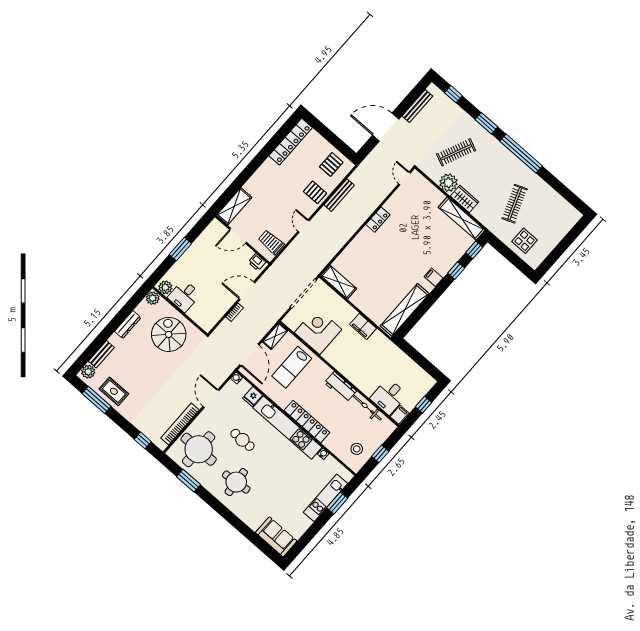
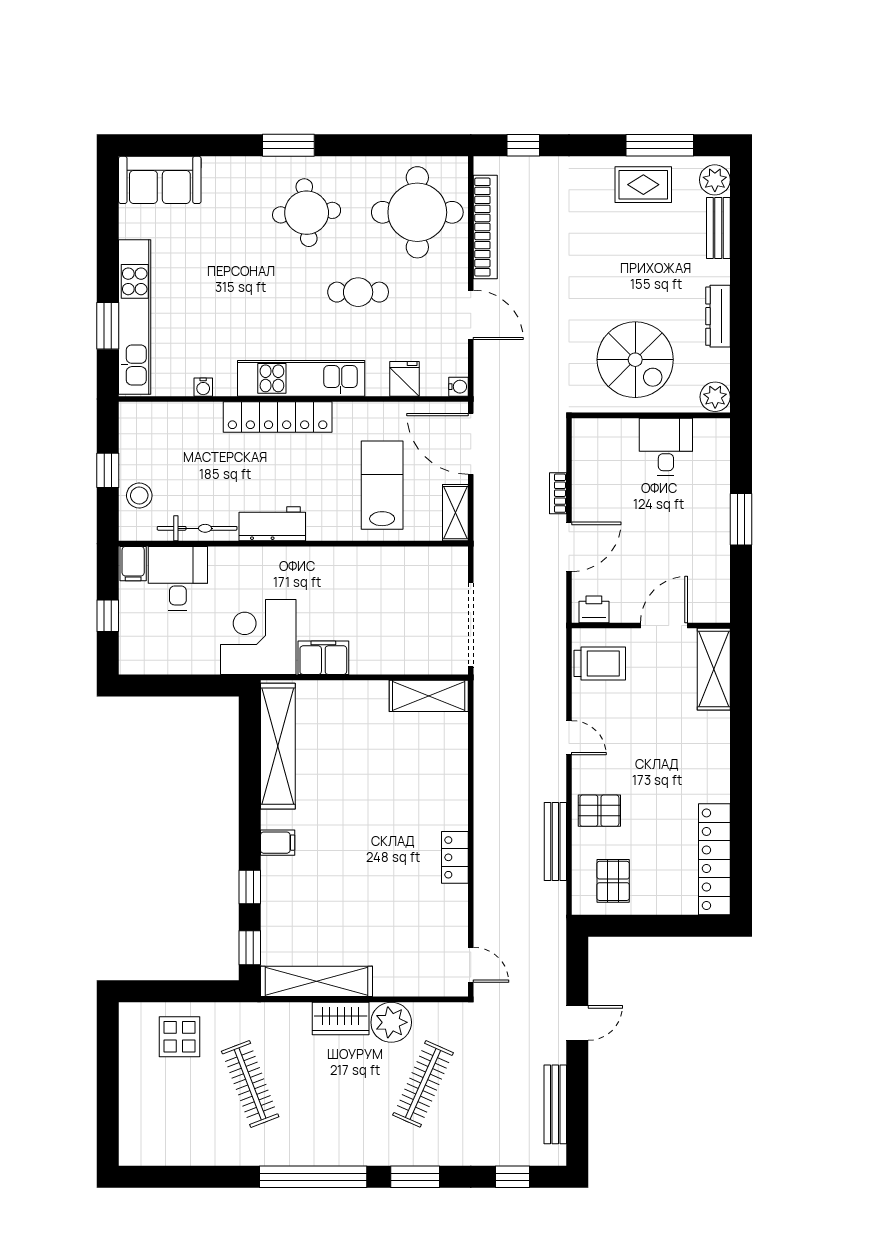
door: (386, 127) -> (577, 1023), width x0.53
plant: (165, 287) -> (710, 433), removed
corner desk: (318, 331) -> (258, 637), moved, turned 180
kitchen unit: (287, 428) -> (301, 378), width x0.73
stool: (357, 449) -> (139, 496), moved
window: (189, 481) -> (288, 145), moved
kitchen unit: (325, 498) -> (135, 317), width x1.36

